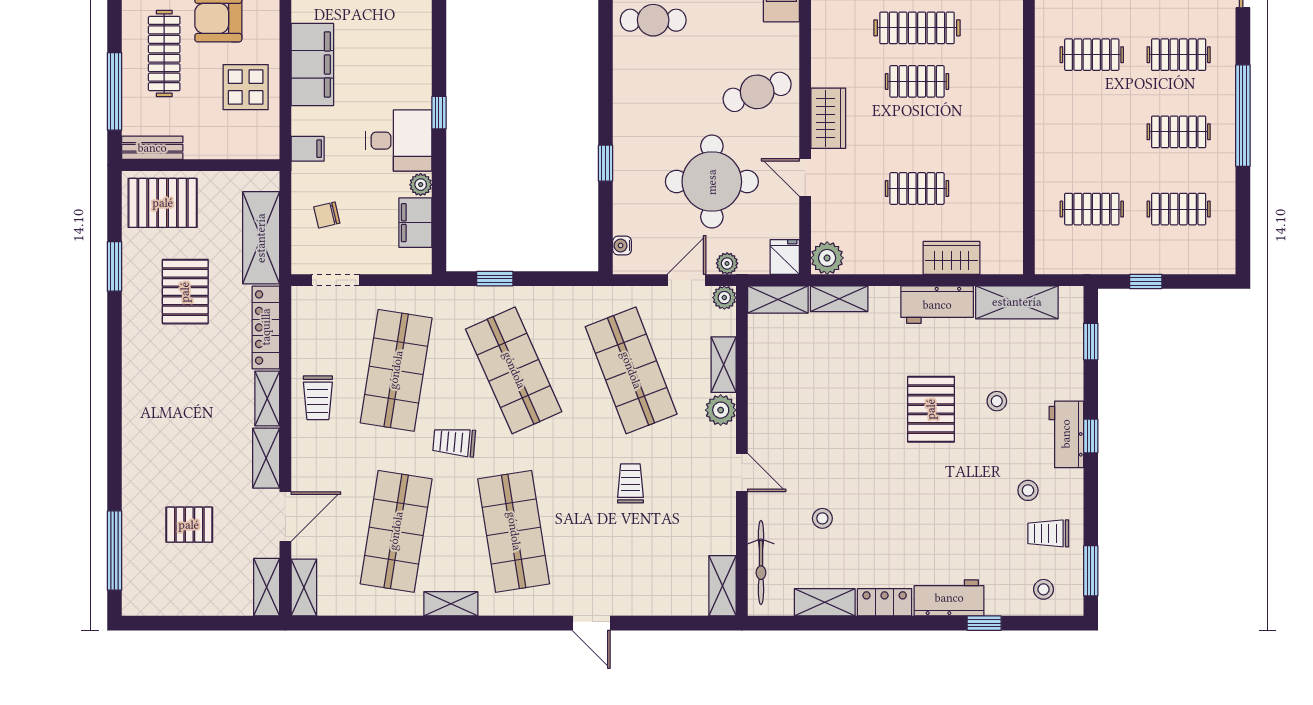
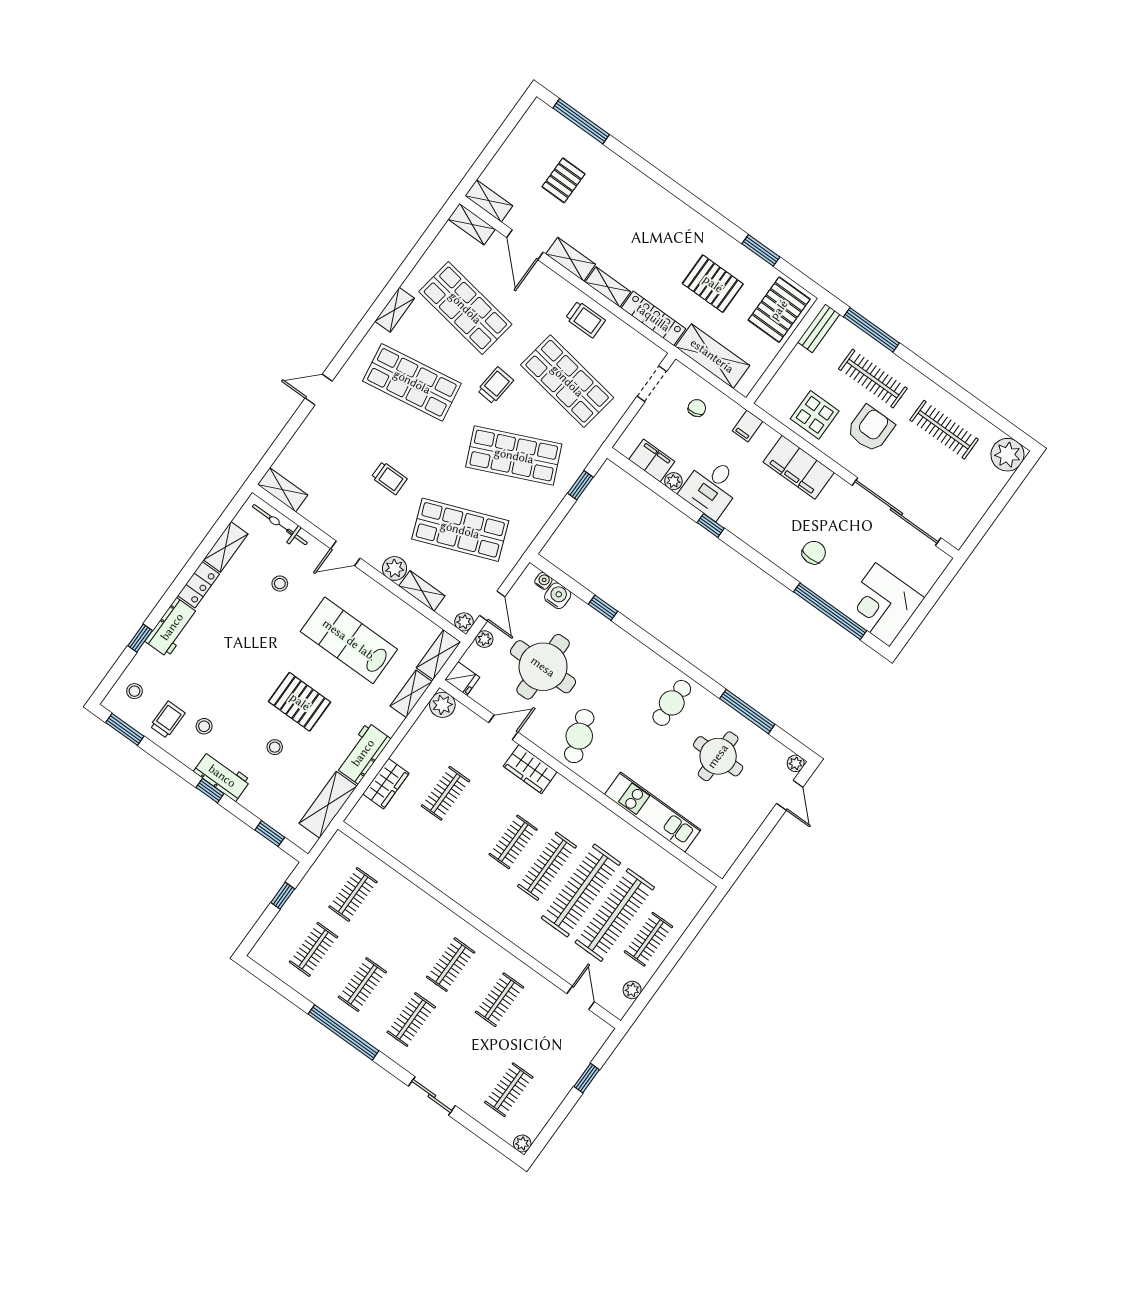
water cooler: (627, 219) -> (558, 596), added
trolley: (318, 398) -> (585, 319), turned 180
lab bench: (830, 404) -> (349, 640), added

